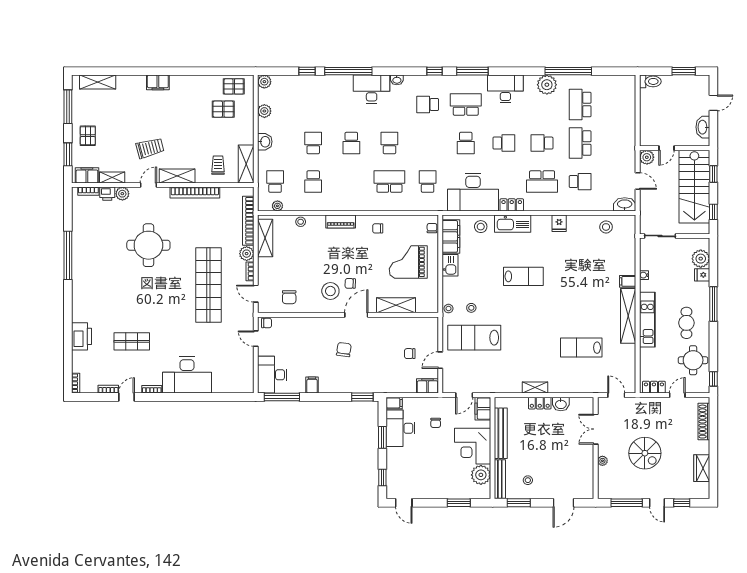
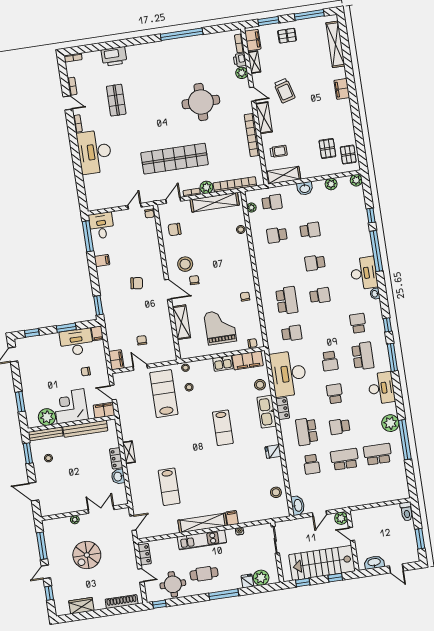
shelving: (98, 82) -> (335, 44), width x1.47
school desk: (466, 143) -> (330, 361), turned -90
school desk: (504, 143) -> (335, 394), turned 180
school desk: (542, 143) -> (340, 426), turned -90
piano: (341, 222) -> (246, 264), removed
shelving: (265, 238) -> (215, 202), width x1.47
lab bench: (581, 348) -> (169, 487), turned 180
desk: (272, 375) -> (101, 226), width x0.73

